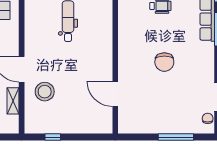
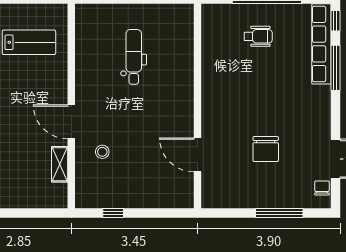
chair: (164, 62) -> (266, 149), moved
stool: (45, 92) -> (102, 152), width x0.53, depth x0.53

